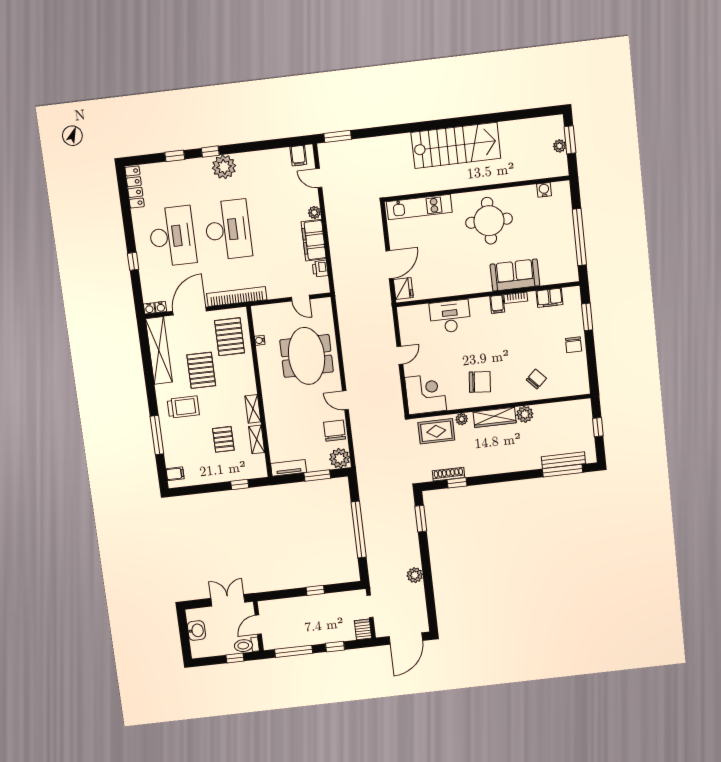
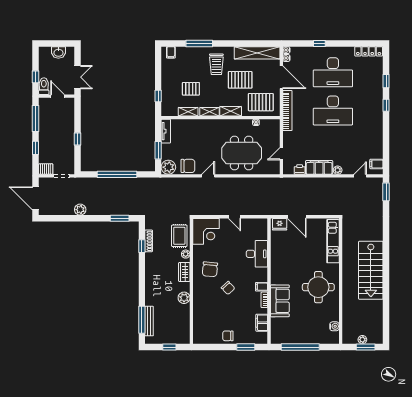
plant: (224, 167) -> (375, 113), removed
shelving: (248, 379) -> (231, 111), added
chair: (536, 379) -> (228, 288), moved
wardrobe: (495, 417) -> (184, 272), width x0.67

